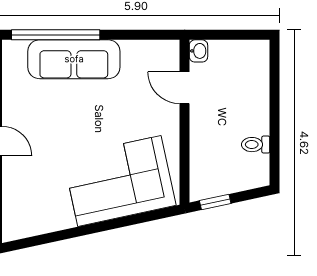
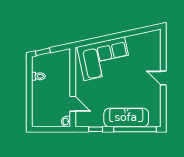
window: (137, 35) -> (96, 129), added
window: (215, 202) -> (43, 52), moved

